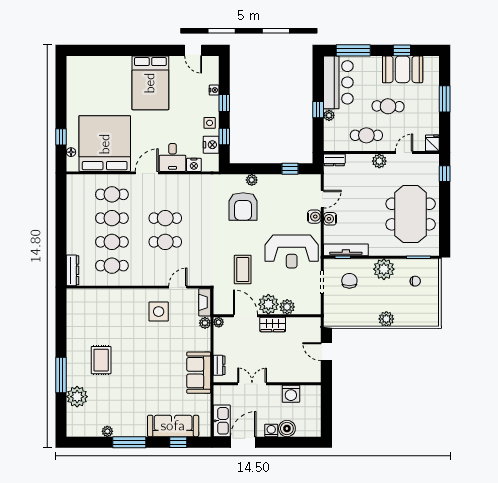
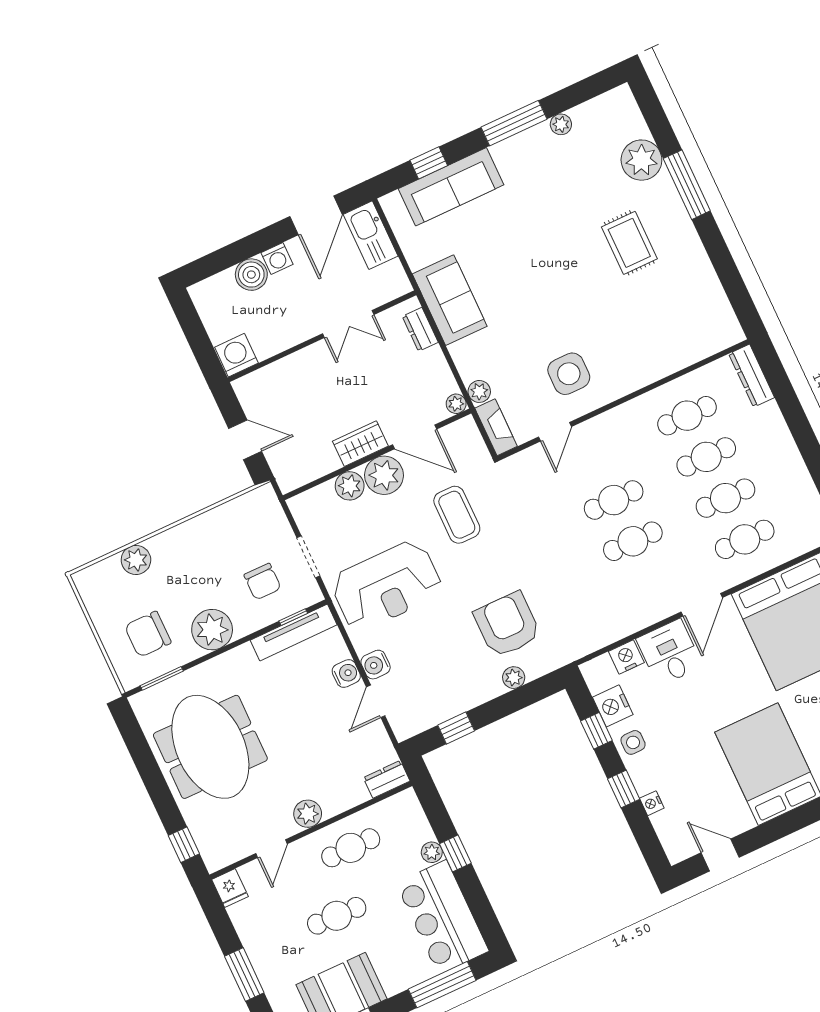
reception desk: (292, 251) -> (386, 586), turned 180
chair: (415, 281) -> (148, 634), width x1.87, depth x1.87
plant: (386, 319) -> (136, 560), moved
washing machine: (291, 394) -> (236, 355), moved

